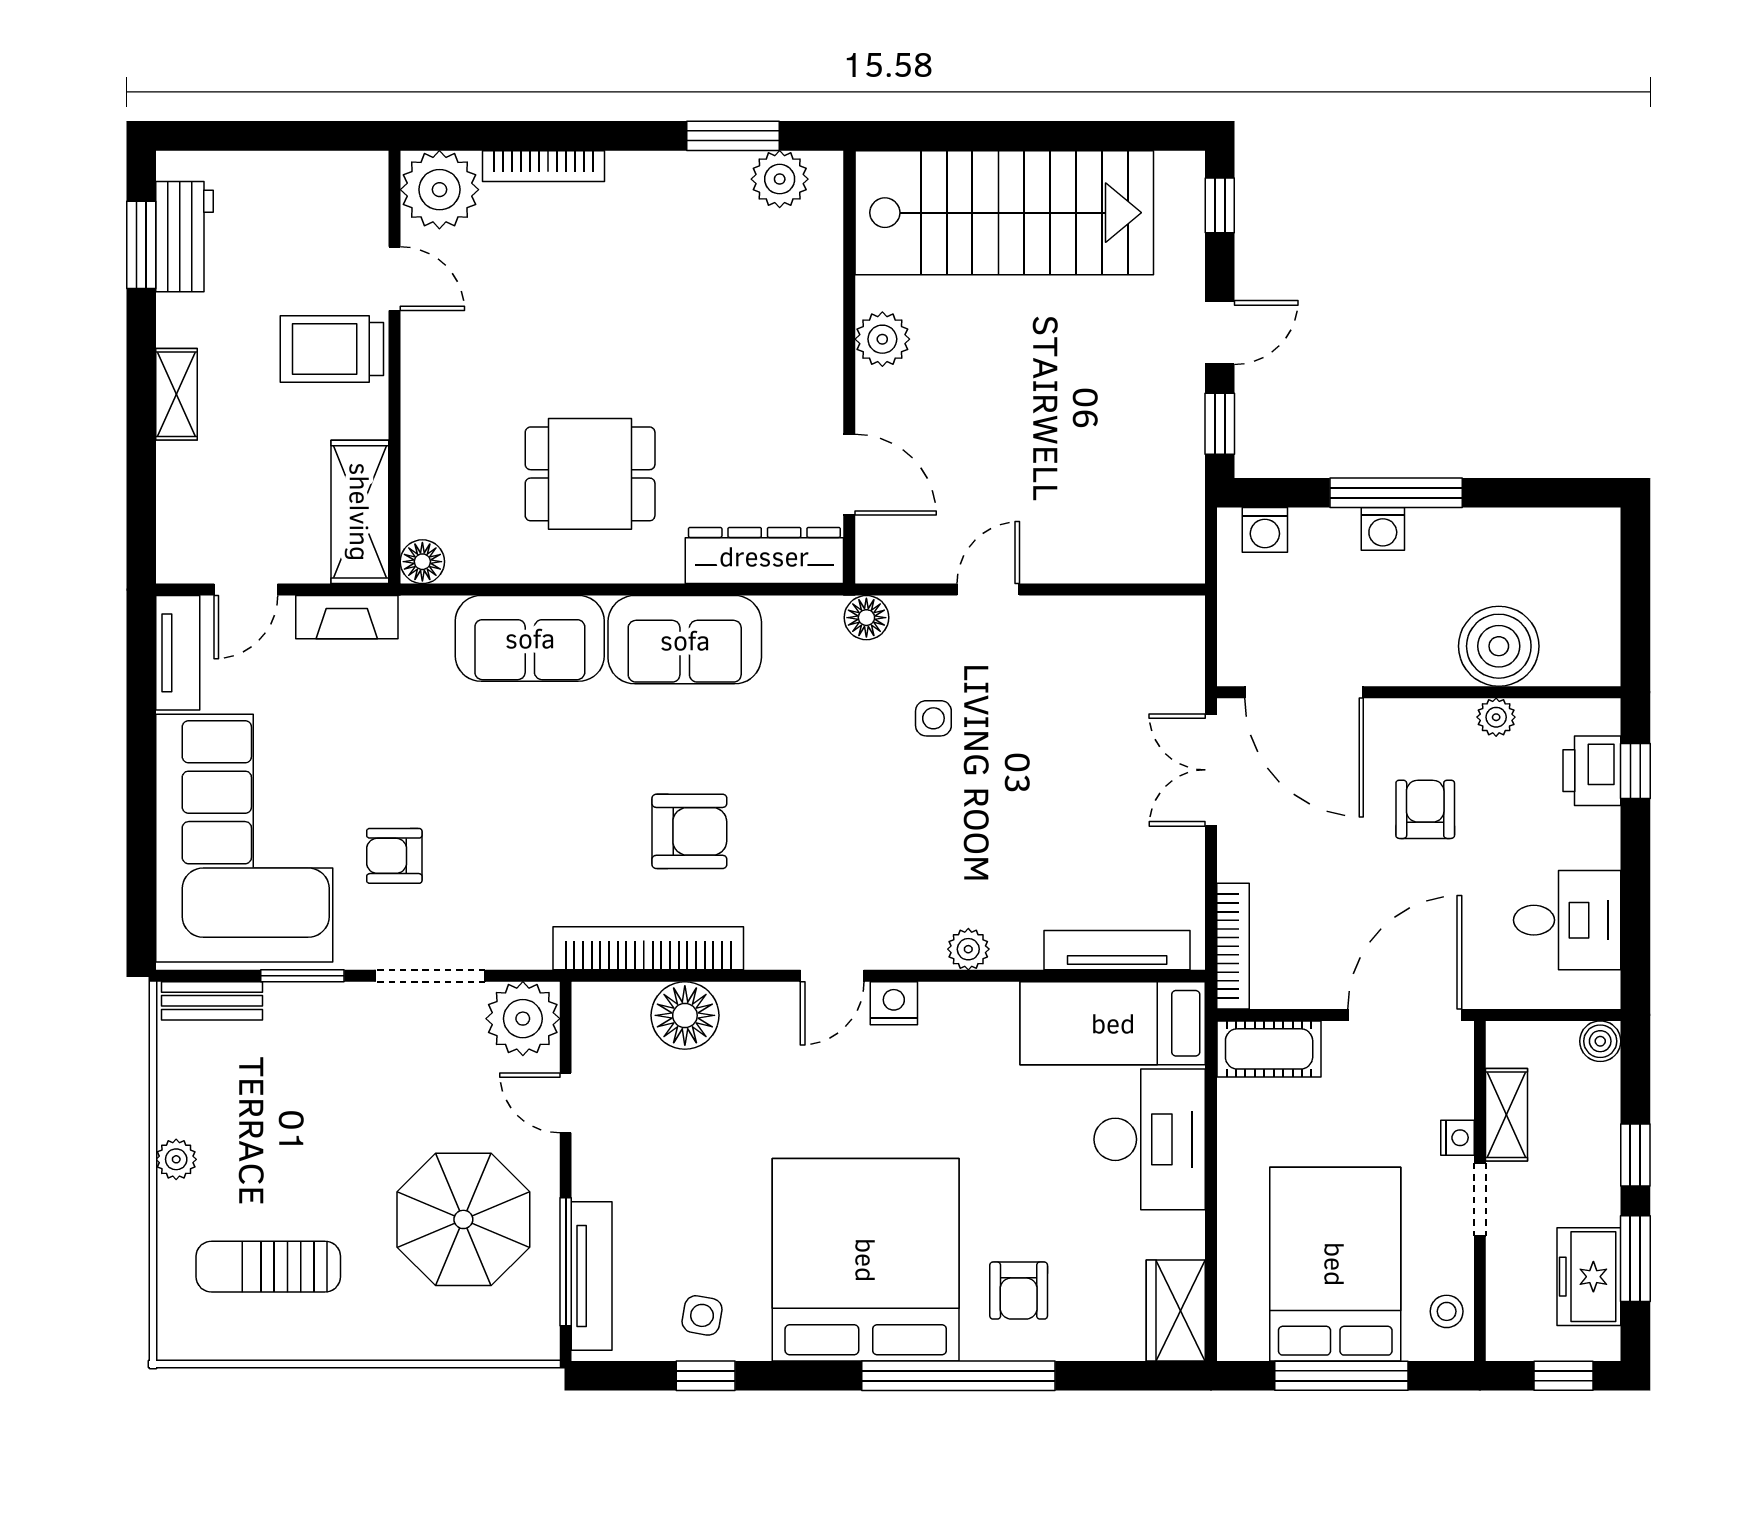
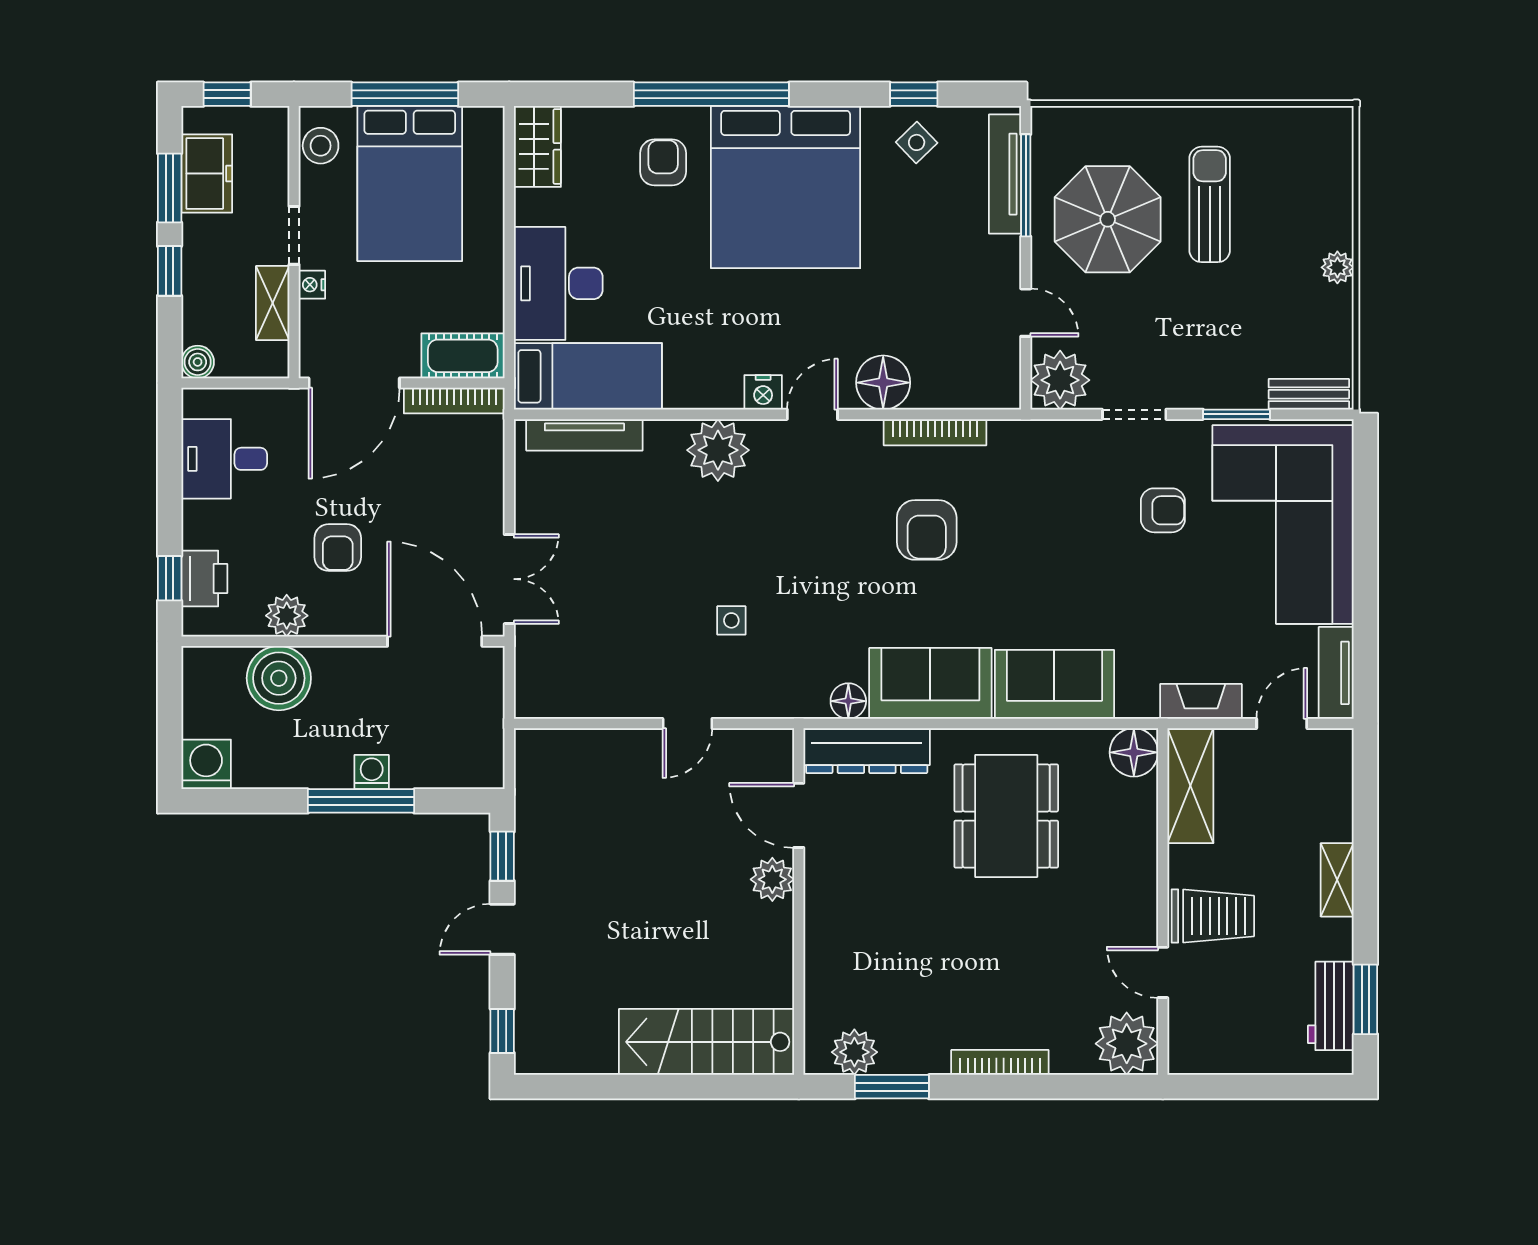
bookcase: (543, 166) -> (1000, 1062), moved
stairs: (1004, 213) -> (707, 1042), width x0.73, depth x0.66
plant: (882, 339) -> (772, 879), moved
dining table: (590, 474) -> (1006, 816), width x1.38
washing machine: (1265, 530) -> (206, 764), moved, width x1.38, depth x1.38
floor lamp: (422, 562) -> (1134, 752), width x1.38, depth x1.38
floor lamp: (866, 618) -> (848, 701), moved
plant: (1496, 717) -> (287, 616), width x1.38, depth x1.38
armchair: (689, 831) -> (927, 530), turned -90
bookcase: (1233, 946) -> (454, 401), moved, turned -90
bookcase: (648, 948) -> (935, 432), width x0.68, depth x0.76
plant: (968, 949) -> (718, 450), width x1.87, depth x1.87
doorway: (430, 976) -> (1134, 414), width x0.73
floor lamp: (685, 1015) -> (883, 383), moved
sun lounger: (268, 1267) -> (1210, 204), moved, turned -90
stool: (1447, 1311) -> (321, 146), width x1.37, depth x1.37
side table: (702, 1315) -> (917, 142), turned 36

